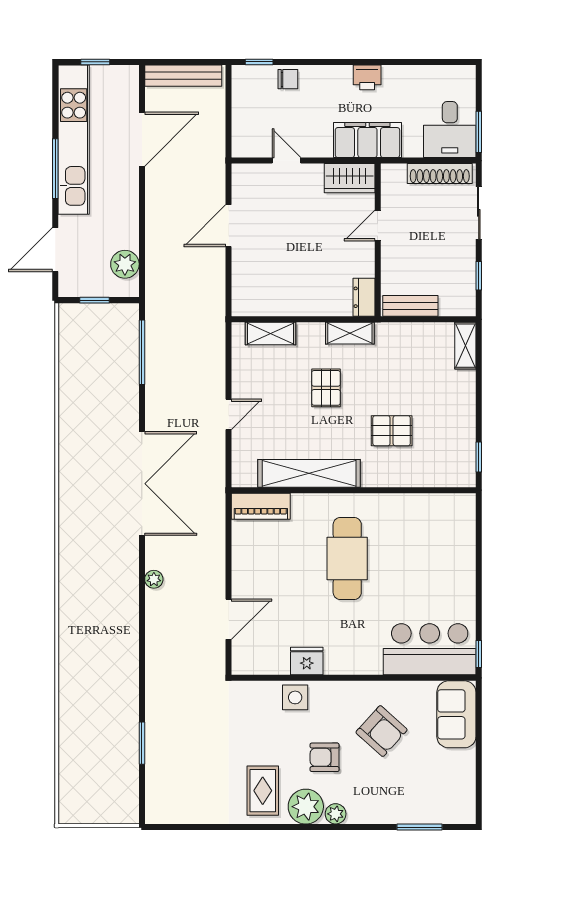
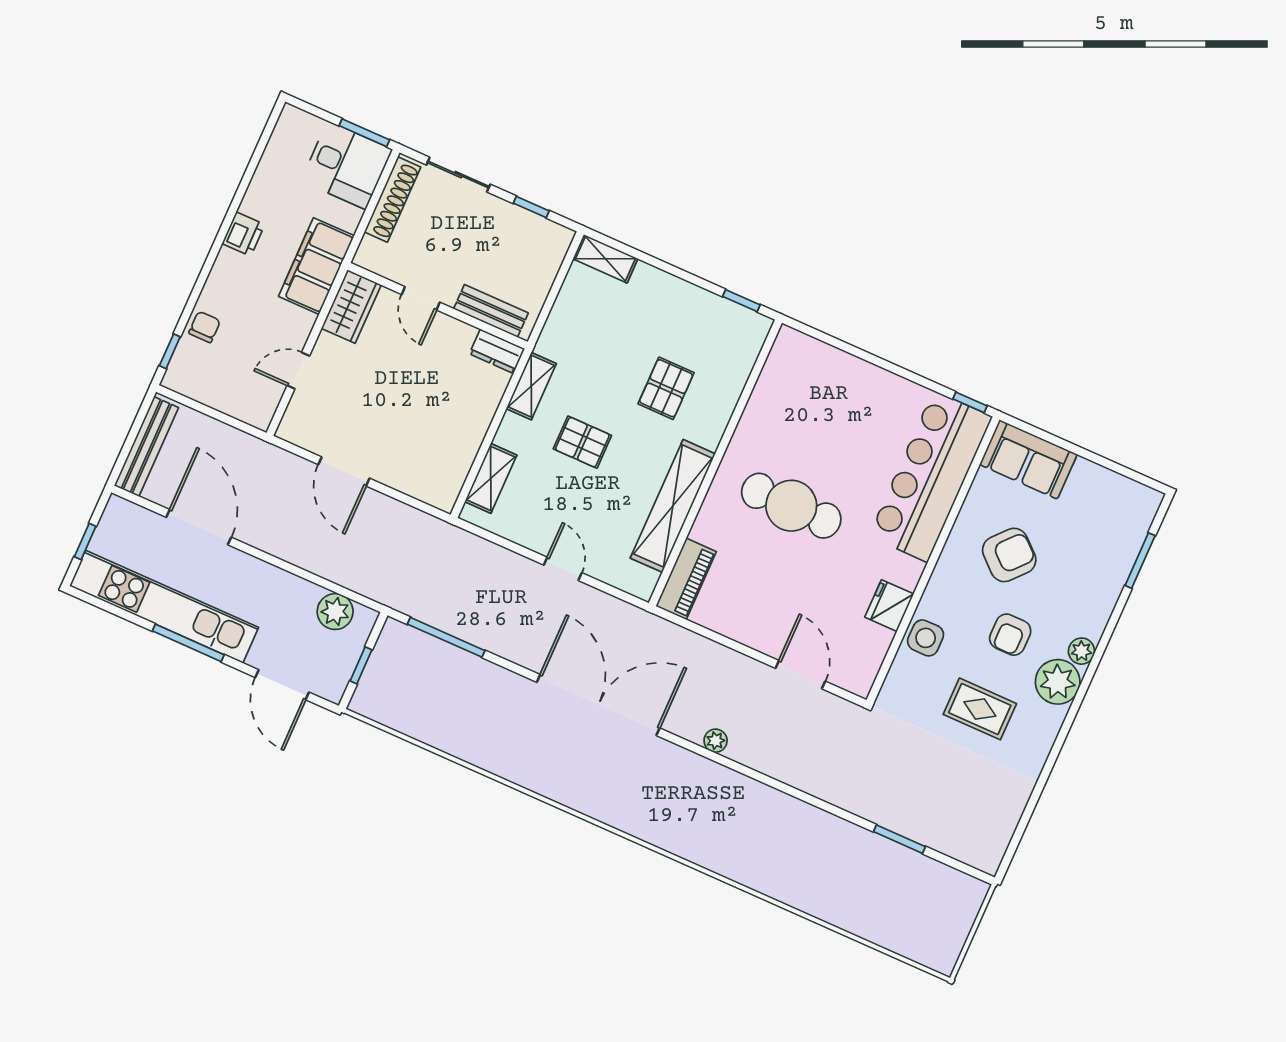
bench: (410, 306) -> (491, 311), moved, turned 90
bar counter: (430, 649) -> (930, 476), width x1.36
rug: (263, 791) -> (980, 709), moved

